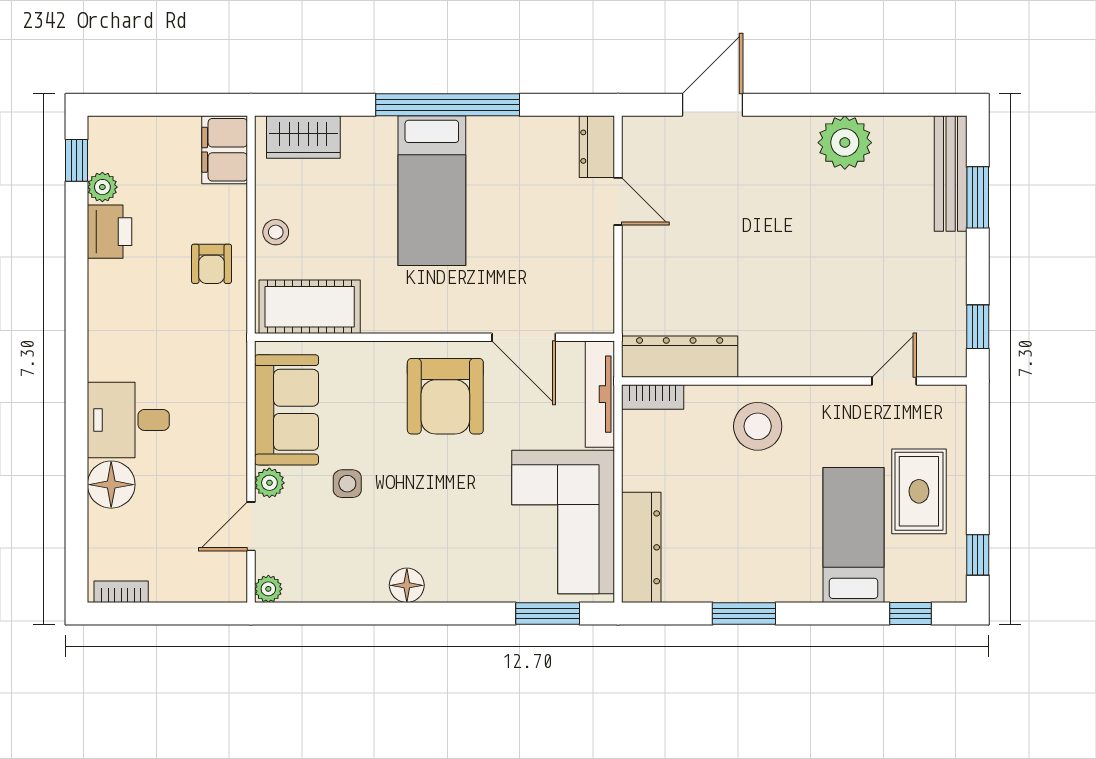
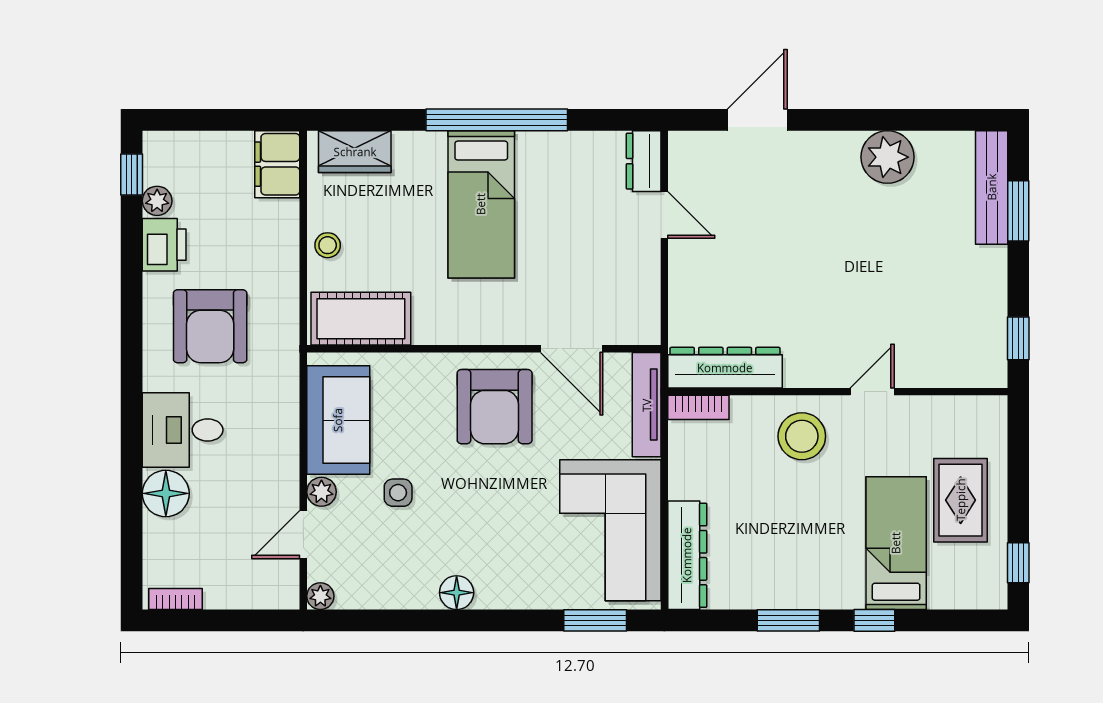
armchair: (212, 264) -> (210, 326), moved, width x1.88, depth x1.88
door: (894, 381) -> (872, 392), moved
window: (910, 613) -> (874, 620), moved

